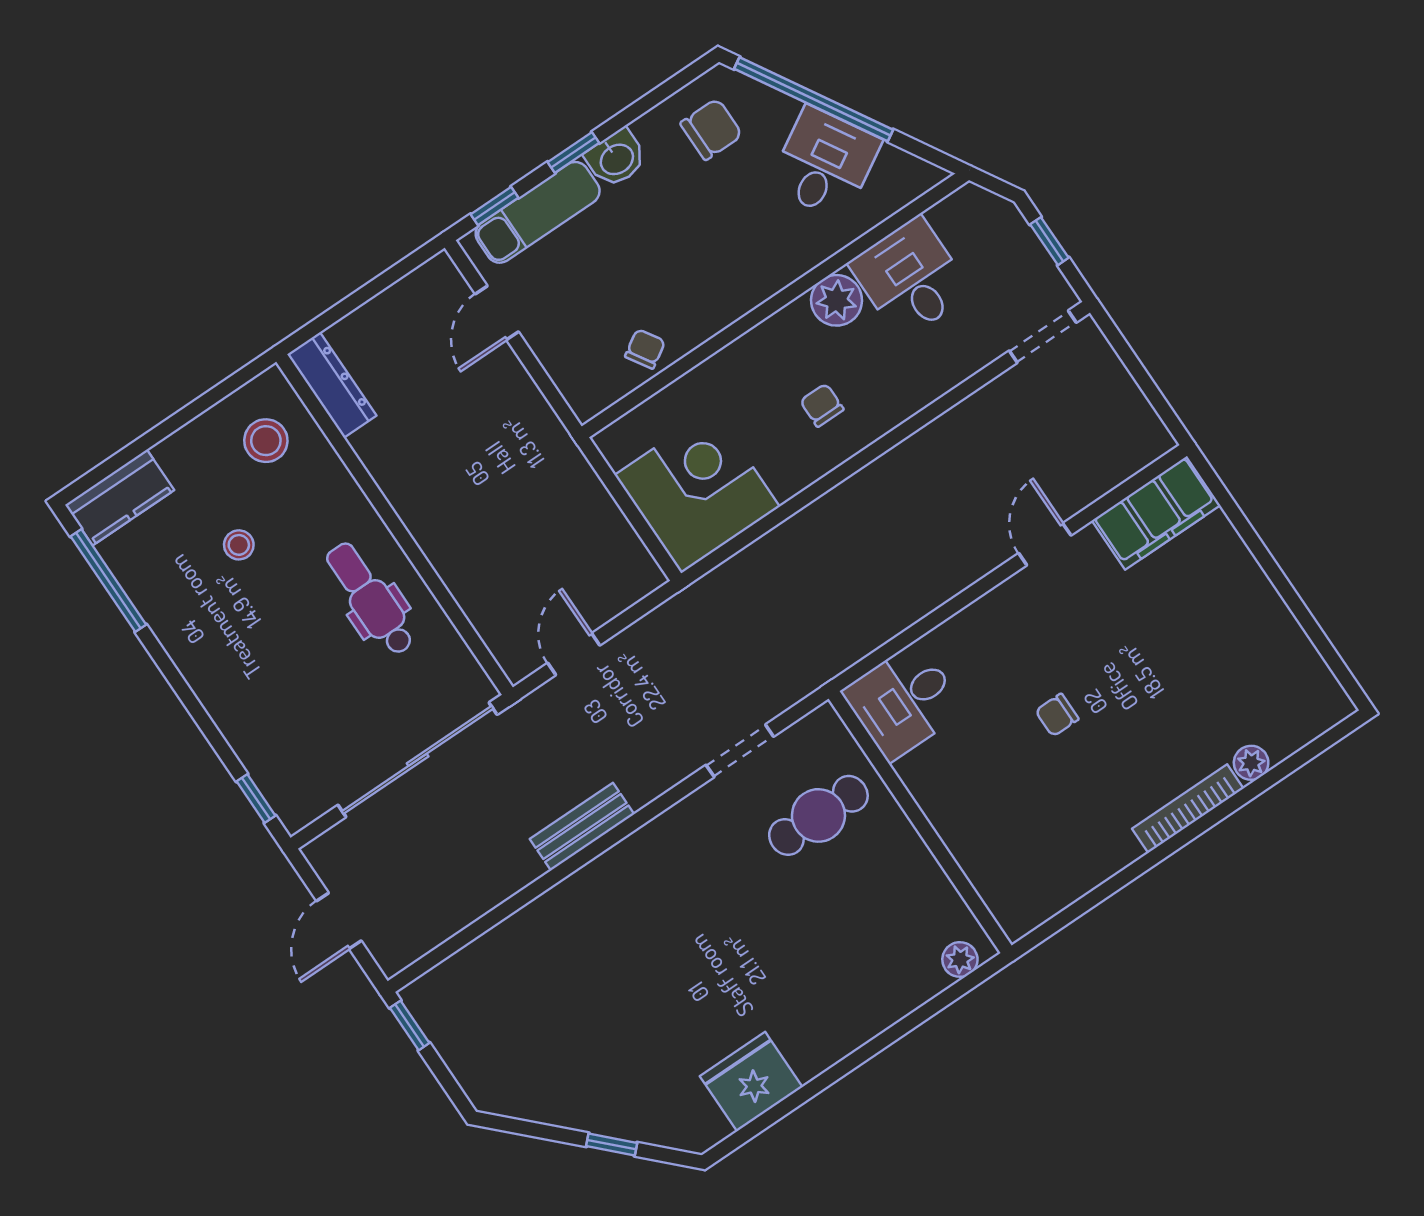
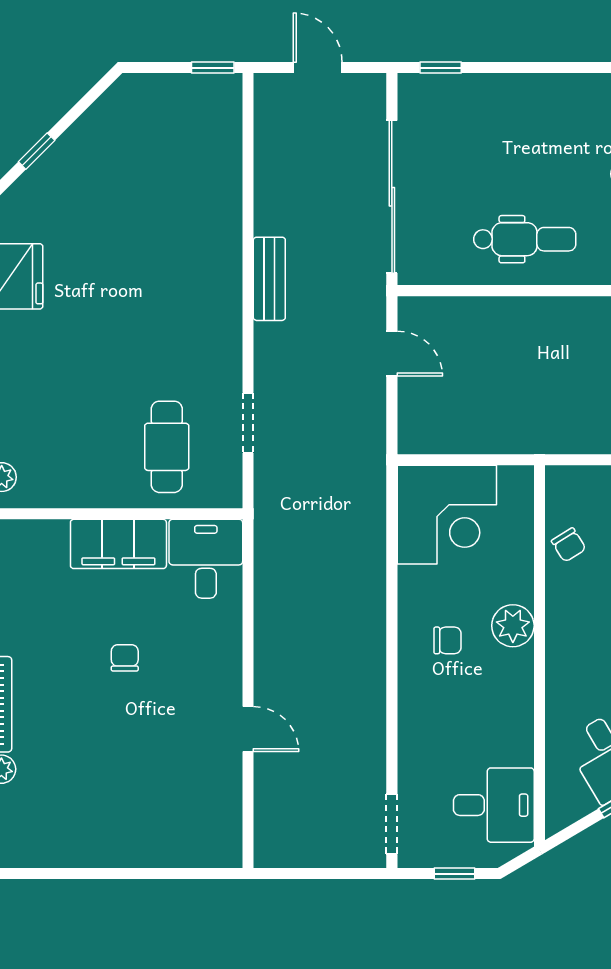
desk: (910, 278) -> (494, 805), moved
plant: (837, 300) -> (513, 626), moved
filing cabinet: (1156, 513) -> (118, 544), moved, turned -90

